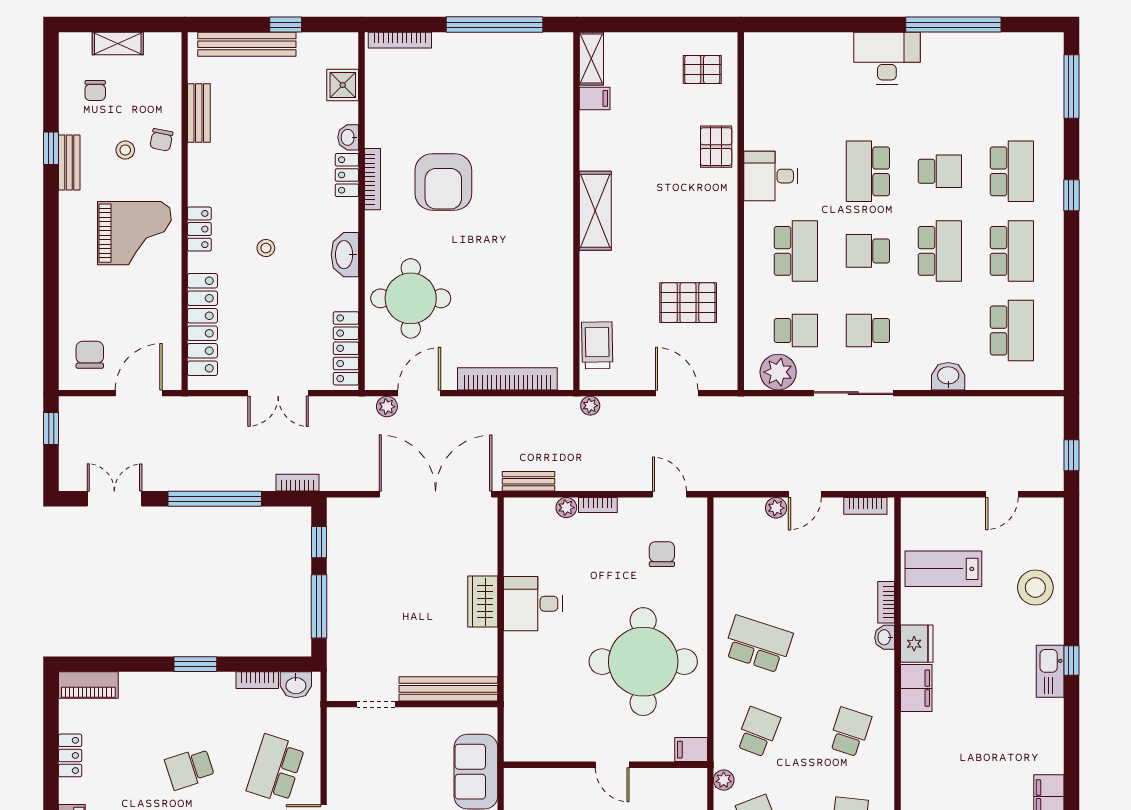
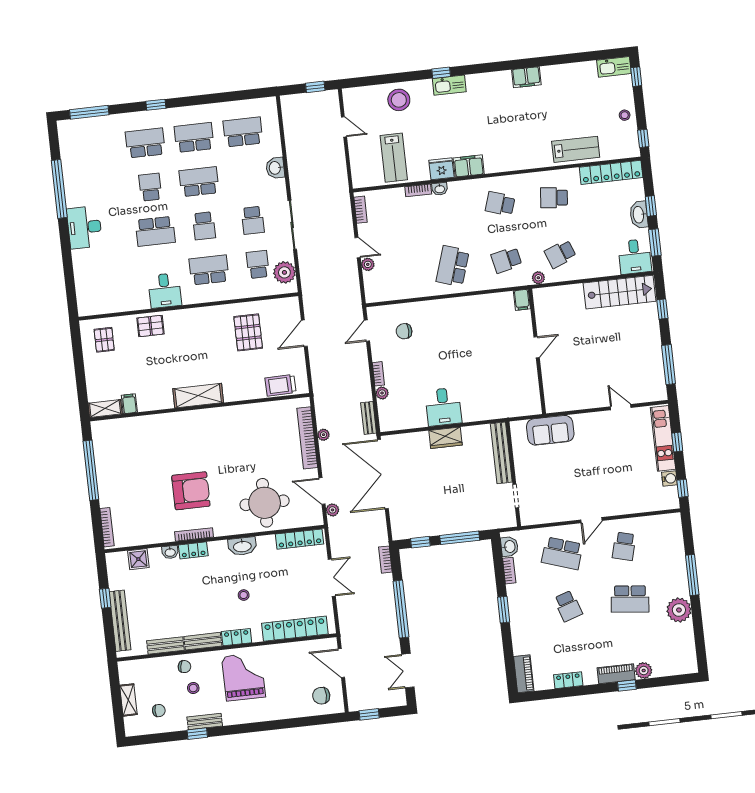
bench: (199, 174) -> (203, 641), added
plant: (590, 406) -> (323, 435), moved
round table: (643, 662) -> (471, 335), removed
school desk: (758, 732) -> (506, 260), turned -33

